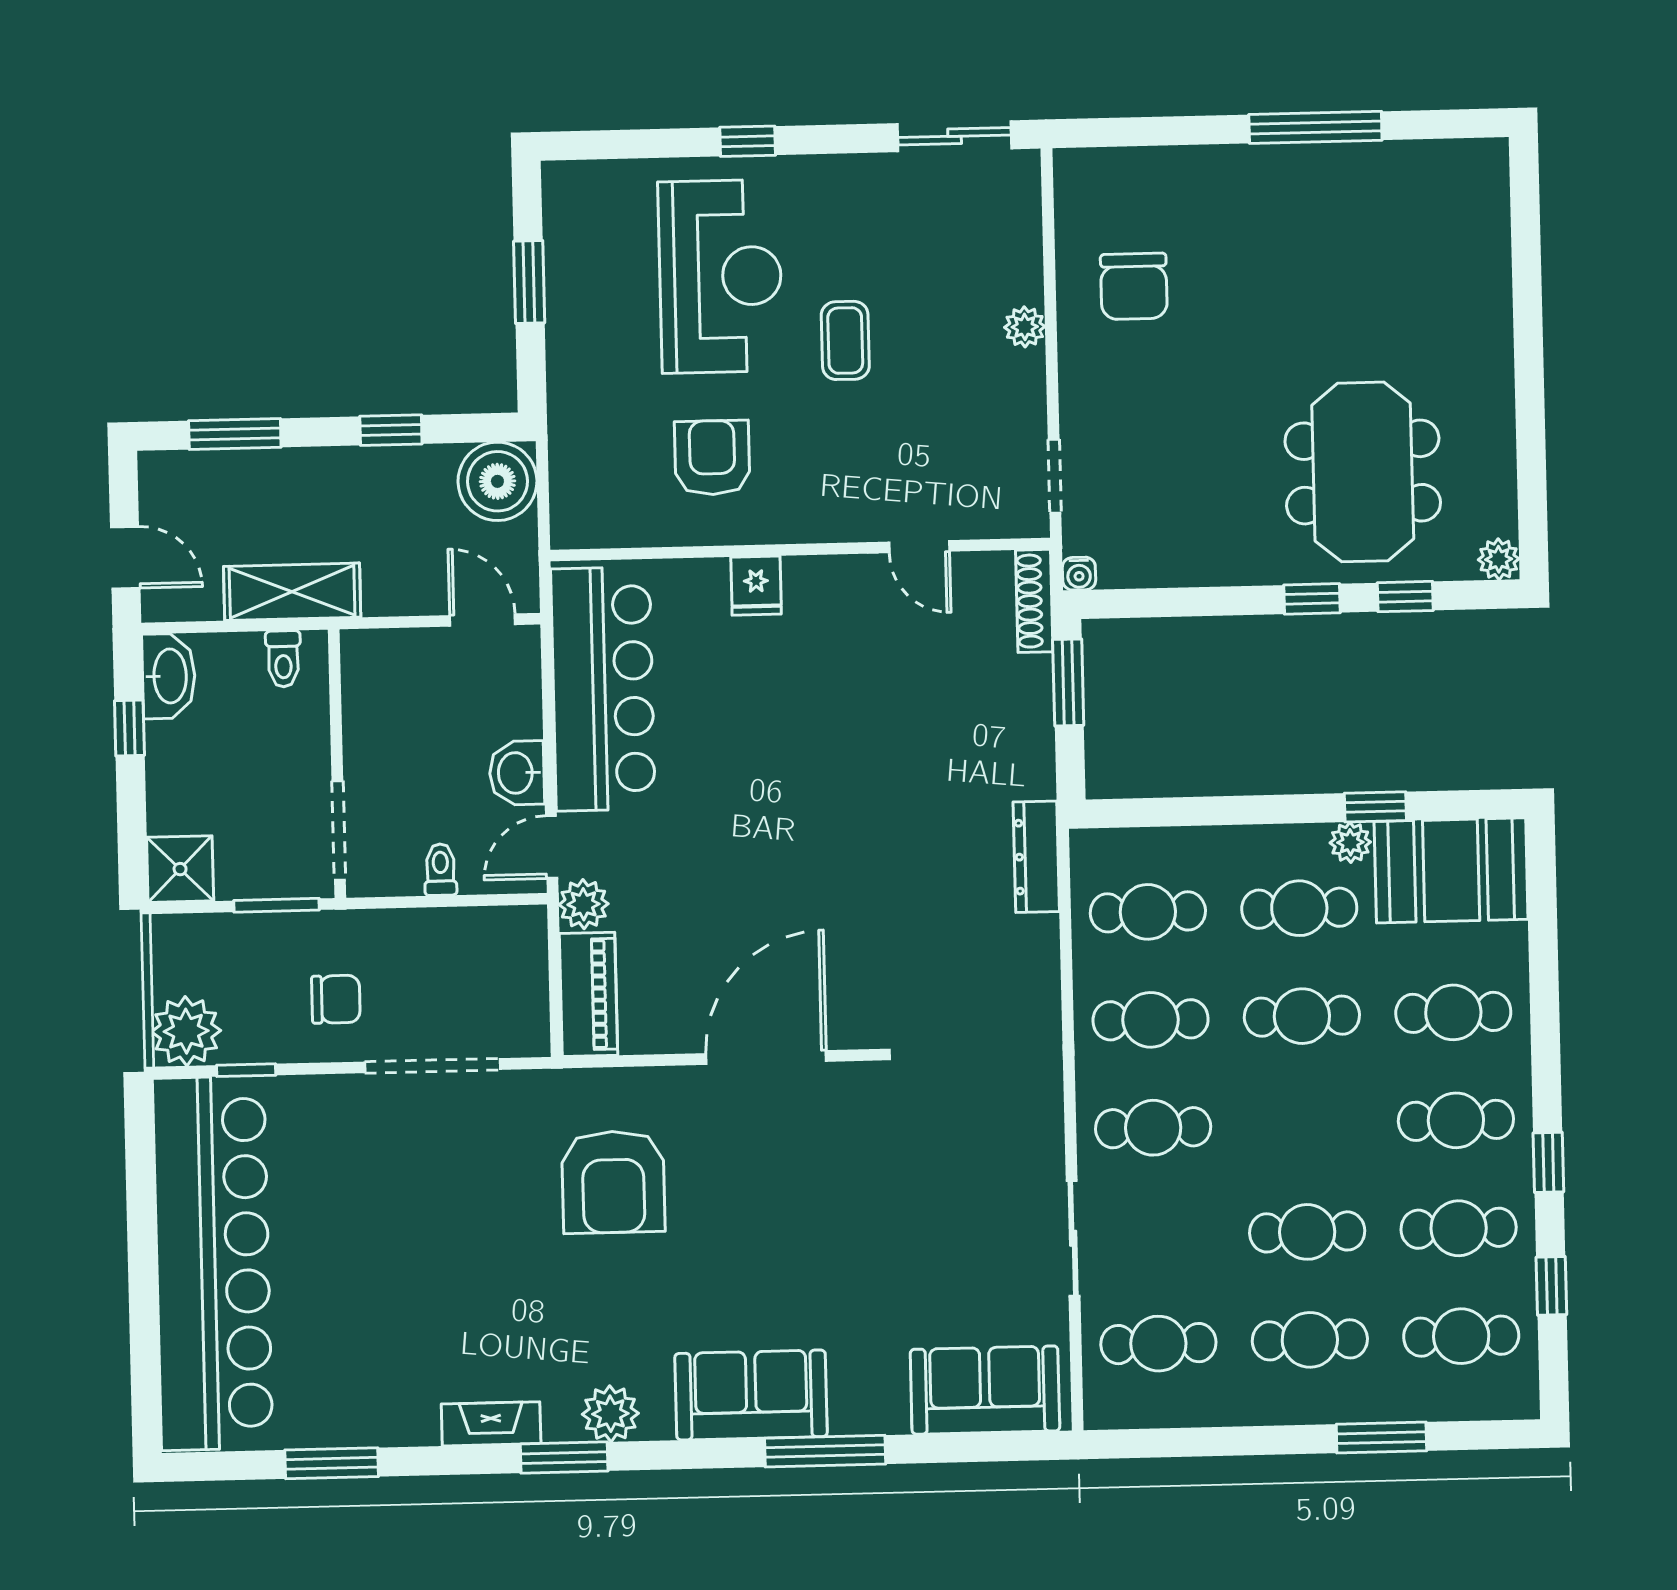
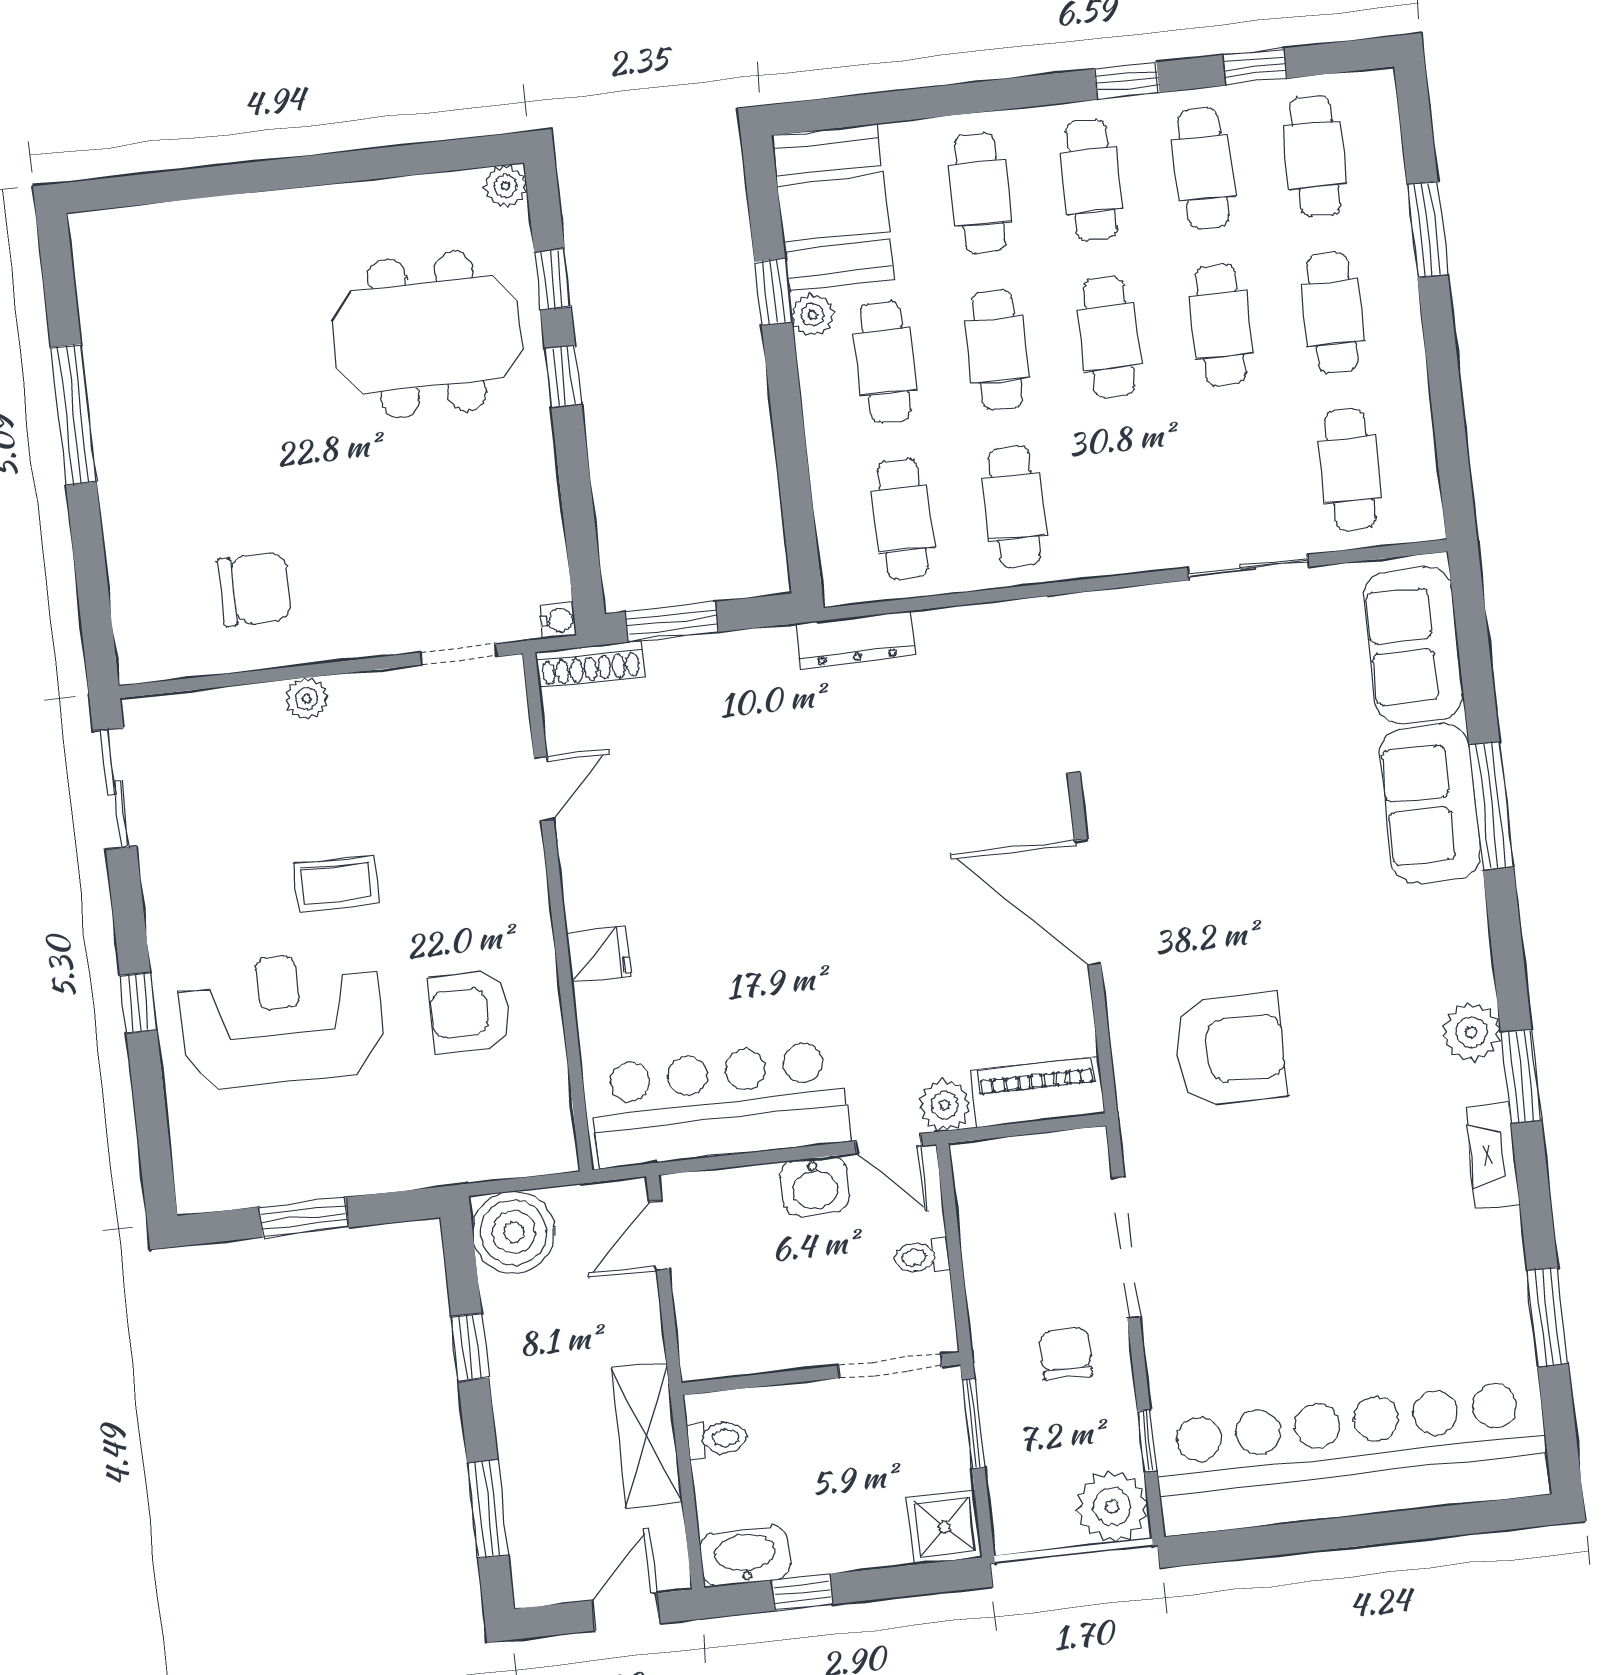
cafe table: (1153, 1128) -> (1109, 337), moved
sofa: (751, 1395) -> (1430, 804), moved

